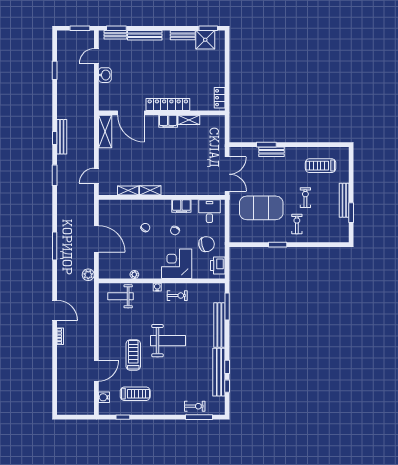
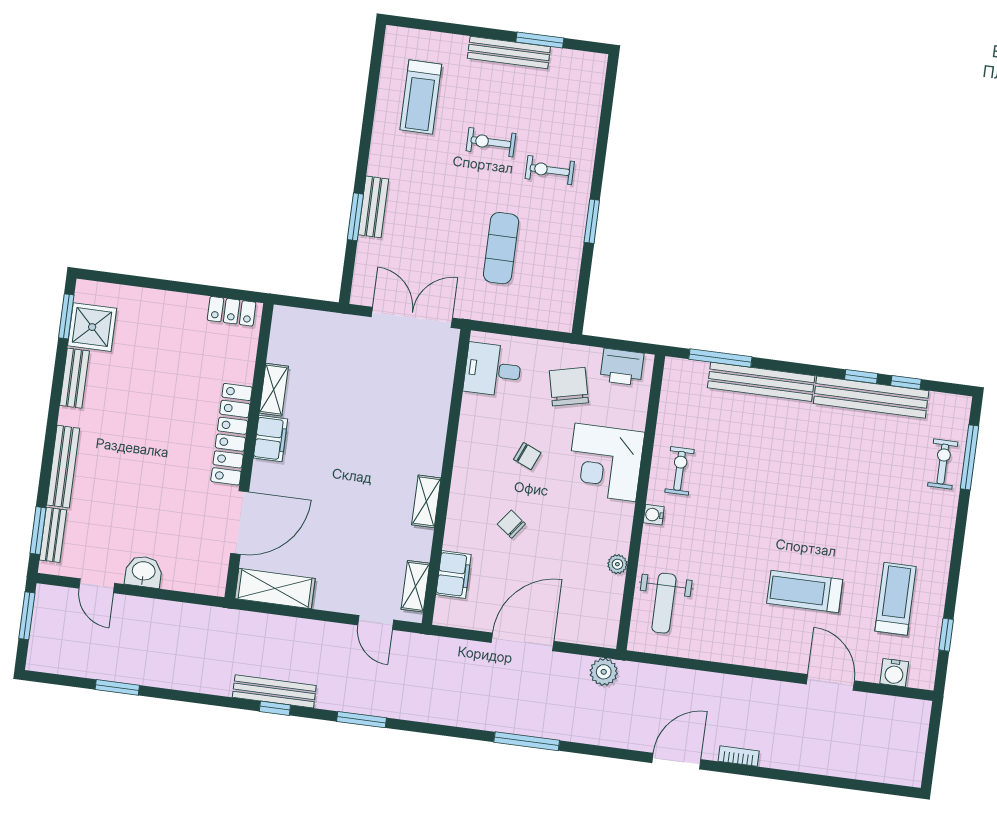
shelving: (128, 190) -> (415, 586), moved
filing cabinet: (181, 206) -> (454, 575), moved
exercise mat: (261, 208) -> (501, 248), width x0.50, depth x0.69
weight bench: (168, 341) -> (782, 506), removed

